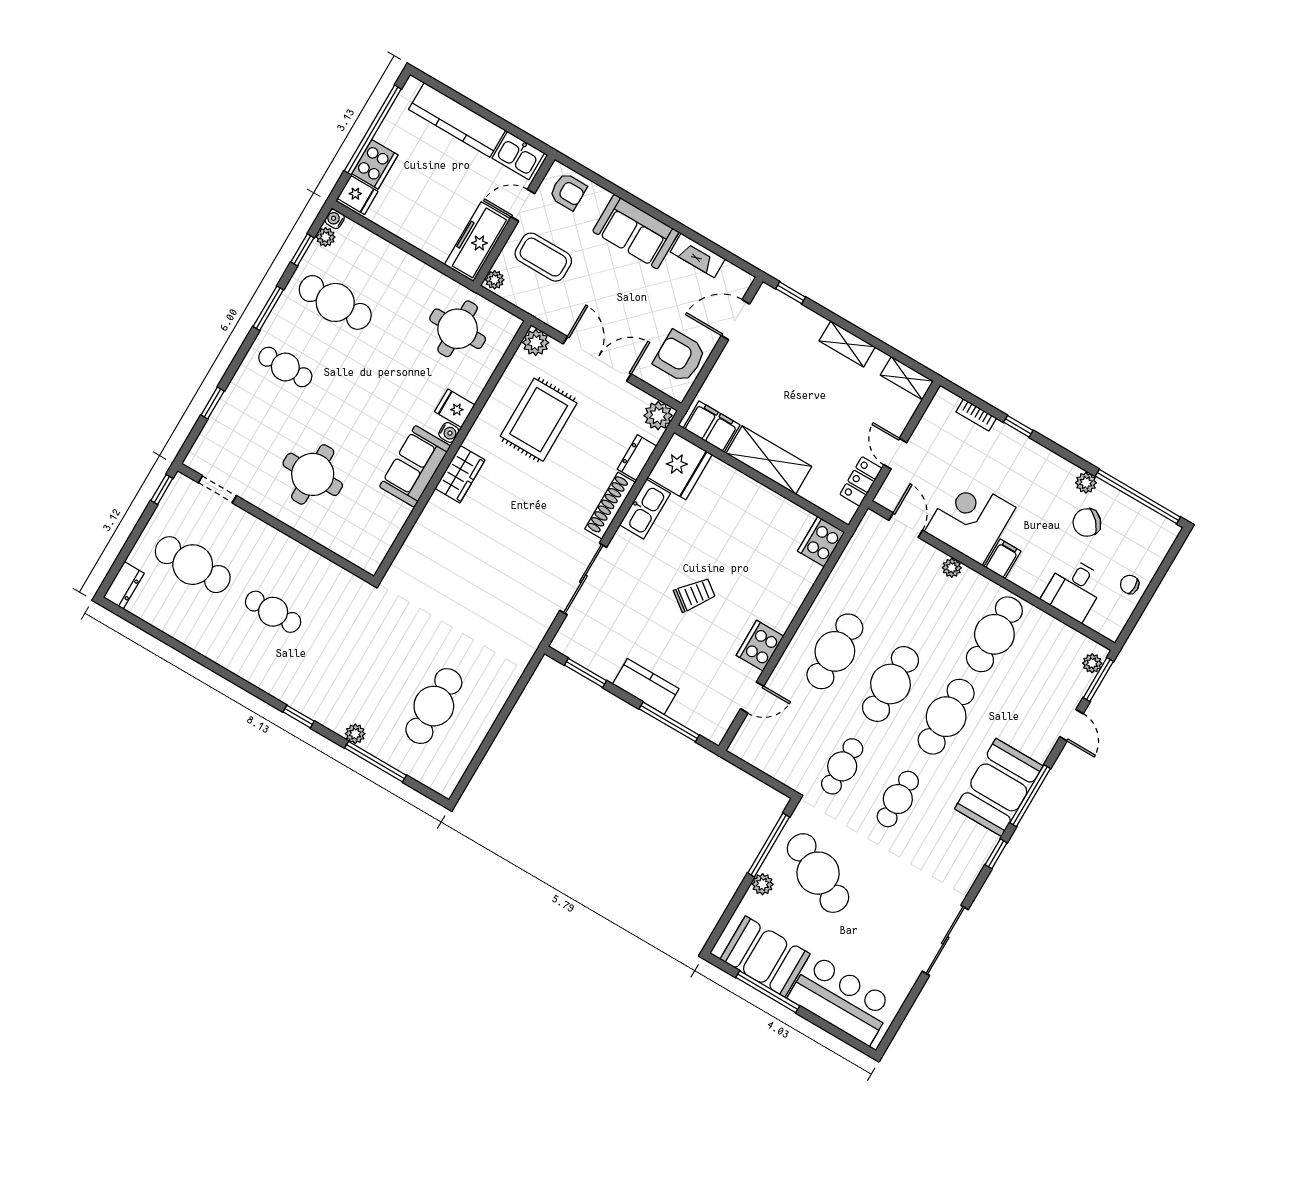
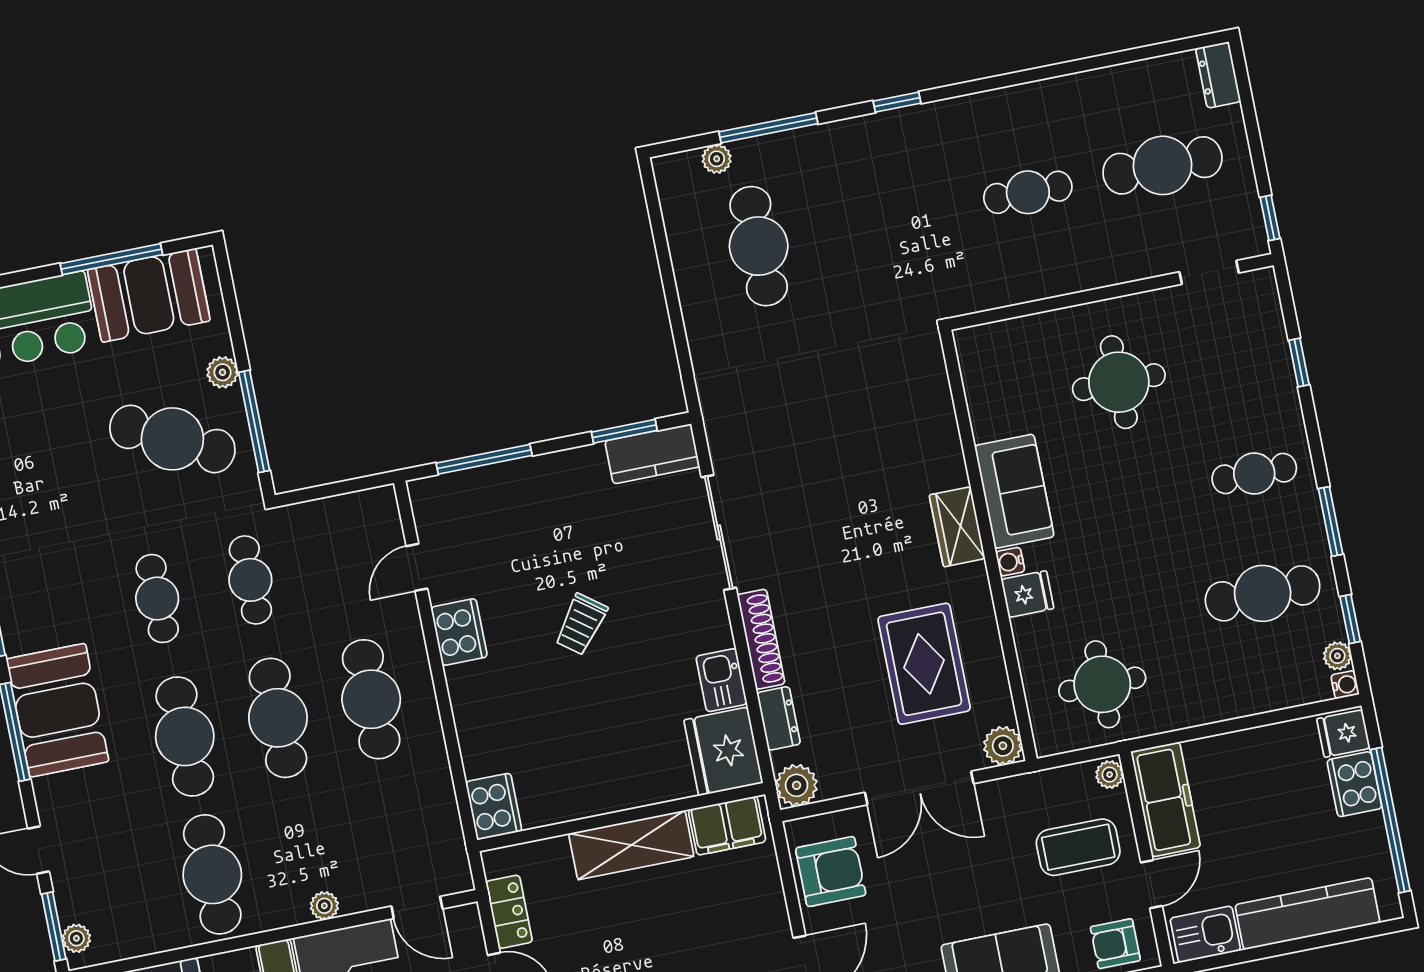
kitchen sink: (645, 509) -> (721, 680), width x0.73
kitchen counter: (646, 686) -> (652, 454), moved
plant: (355, 734) -> (717, 159), moved

